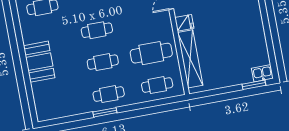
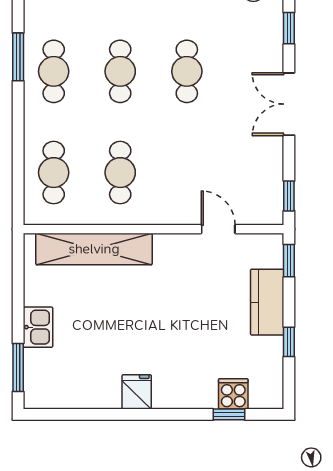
fridge: (184, 23) -> (137, 392), moved, turned 180
cafe table: (151, 53) -> (120, 173), width x0.73, depth x0.74
kitchen sink: (262, 73) -> (38, 327), moved

